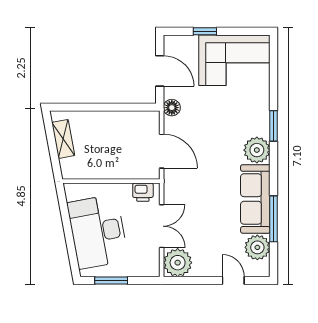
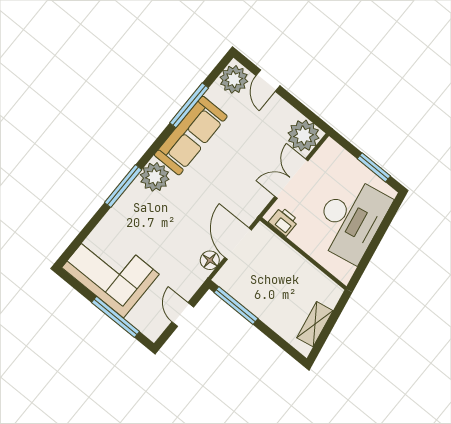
window: (205, 31) -> (116, 317), width x2.17
door: (160, 71) -> (183, 315), width x0.73
window: (128, 107) -> (236, 306), added
floor lamp: (172, 108) -> (210, 260), moved
window: (274, 126) -> (123, 186), width x1.44
plant: (257, 247) -> (234, 79), moved

